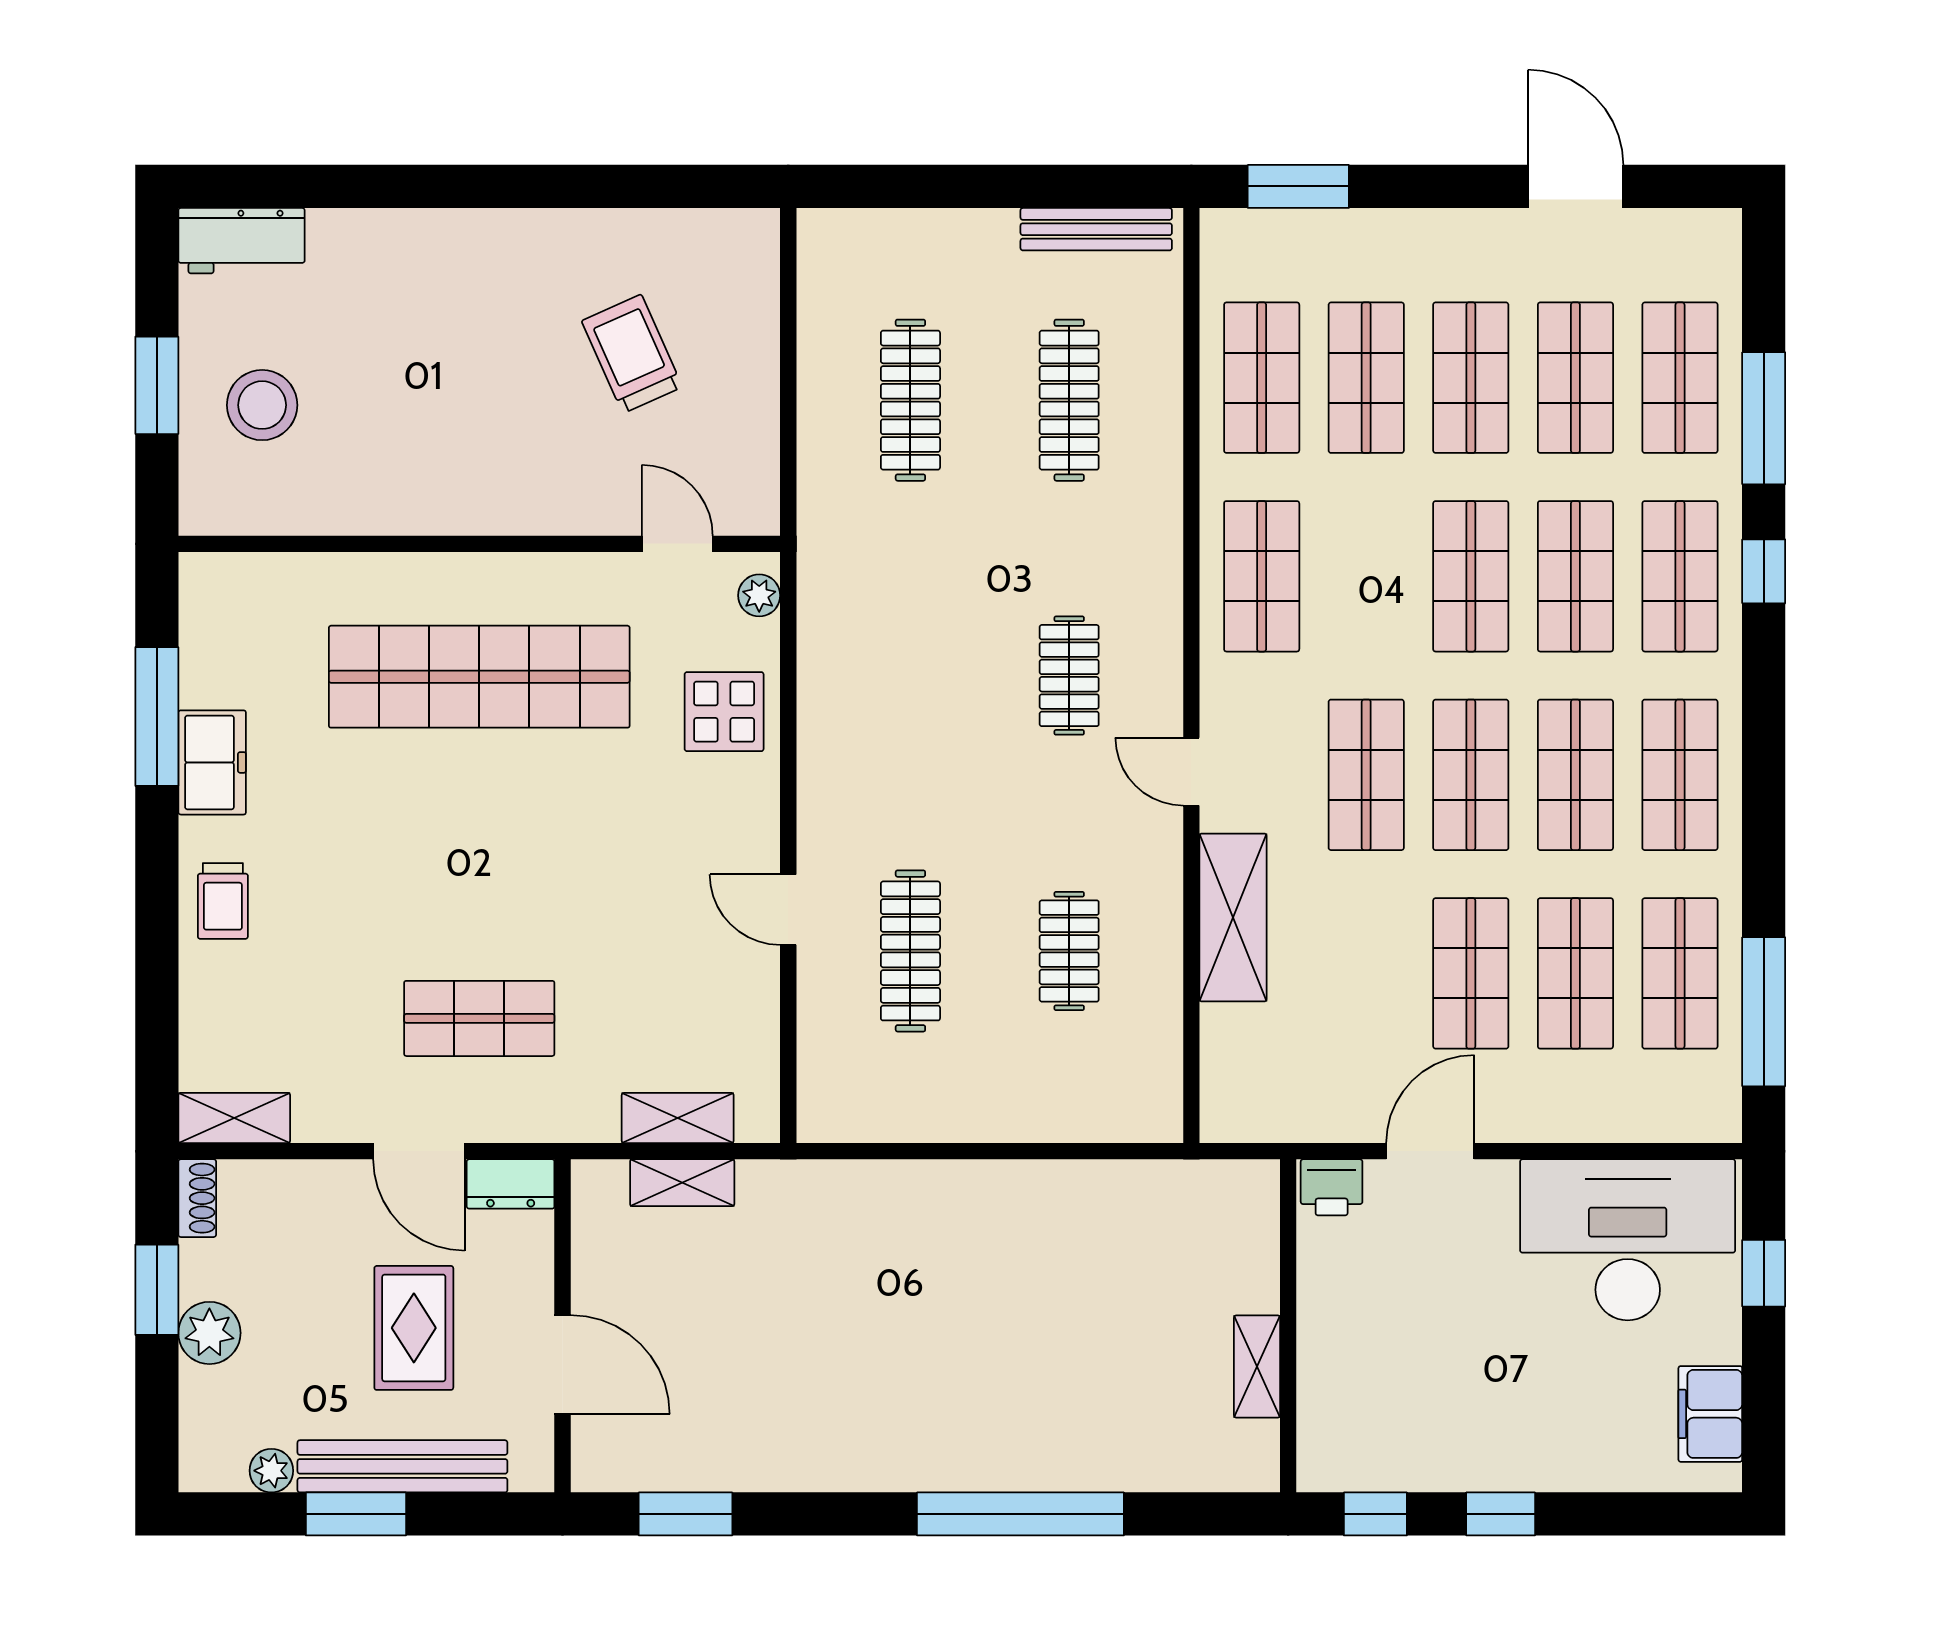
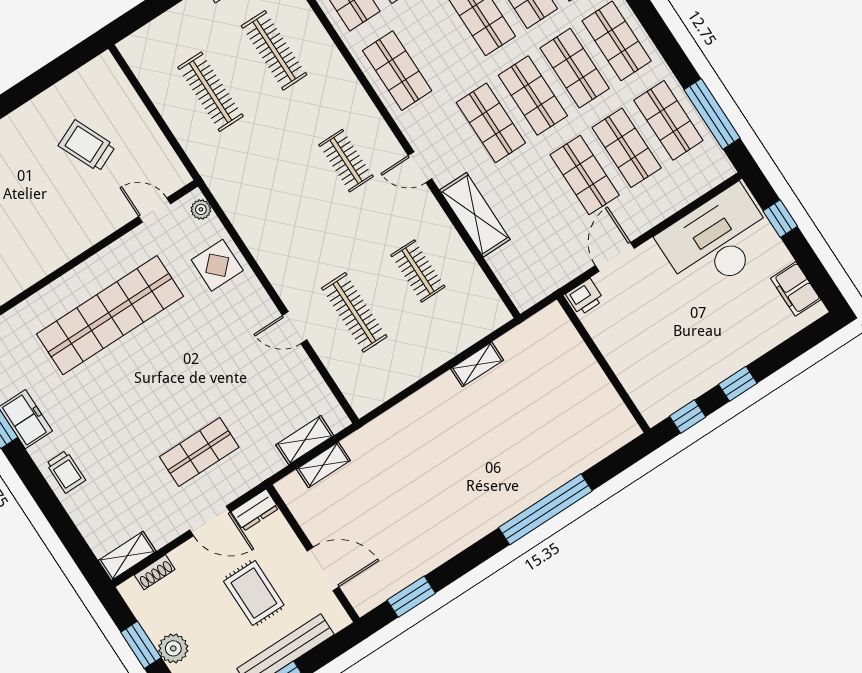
shoe rack: (197, 1198) -> (155, 572), moved, turned 90
shelving: (1257, 1367) -> (477, 364), moved, turned 90

